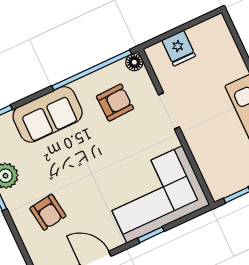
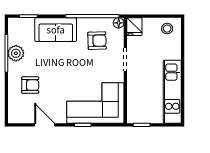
stool: (209, 38) -> (167, 29), added
fridge: (179, 48) -> (134, 27), moved
armchair: (48, 212) -> (30, 85), turned -82

